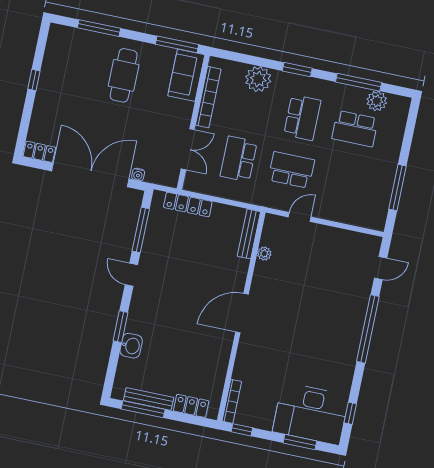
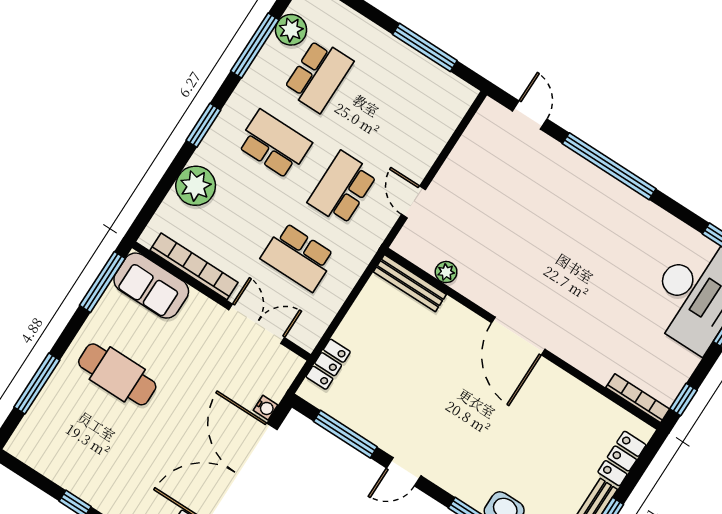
locker: (188, 204) -> (328, 364), width x0.66

